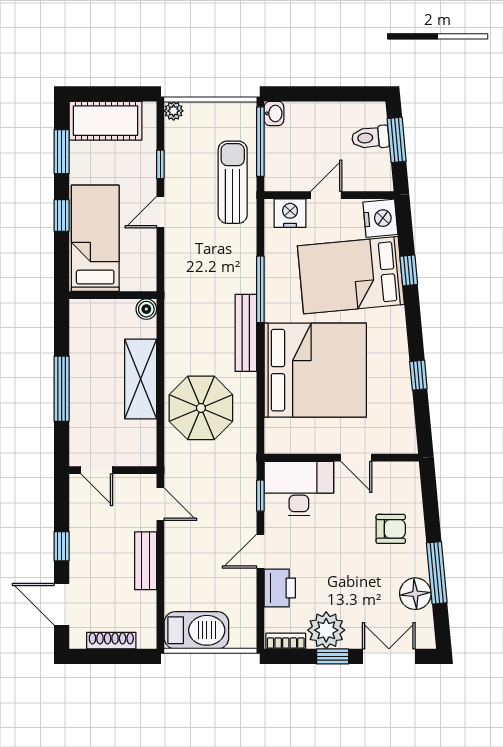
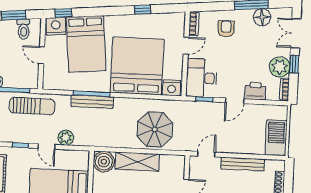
toilet: (370, 138) -> (24, 29), moved
sun lounger: (233, 182) -> (32, 106), turned 180
nightstand: (290, 213) -> (172, 88), moved, turned -90
plant: (178, 246) -> (66, 138), added
window: (409, 270) -> (63, 13), moved
boiler: (146, 309) -> (104, 162), width x1.86, depth x1.86
bench: (246, 333) -> (92, 102), moved
bookcase: (397, 470) -> (194, 24), added
door: (260, 551) -> (235, 101), hinge flipped
bench: (146, 561) -> (243, 164), width x1.36

